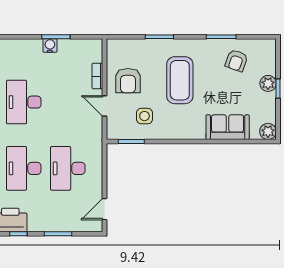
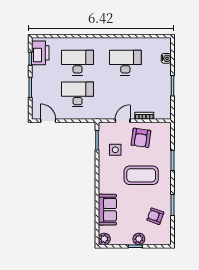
water cooler: (50, 45) -> (166, 58), moved
armchair: (128, 81) -> (141, 138), turned -82

